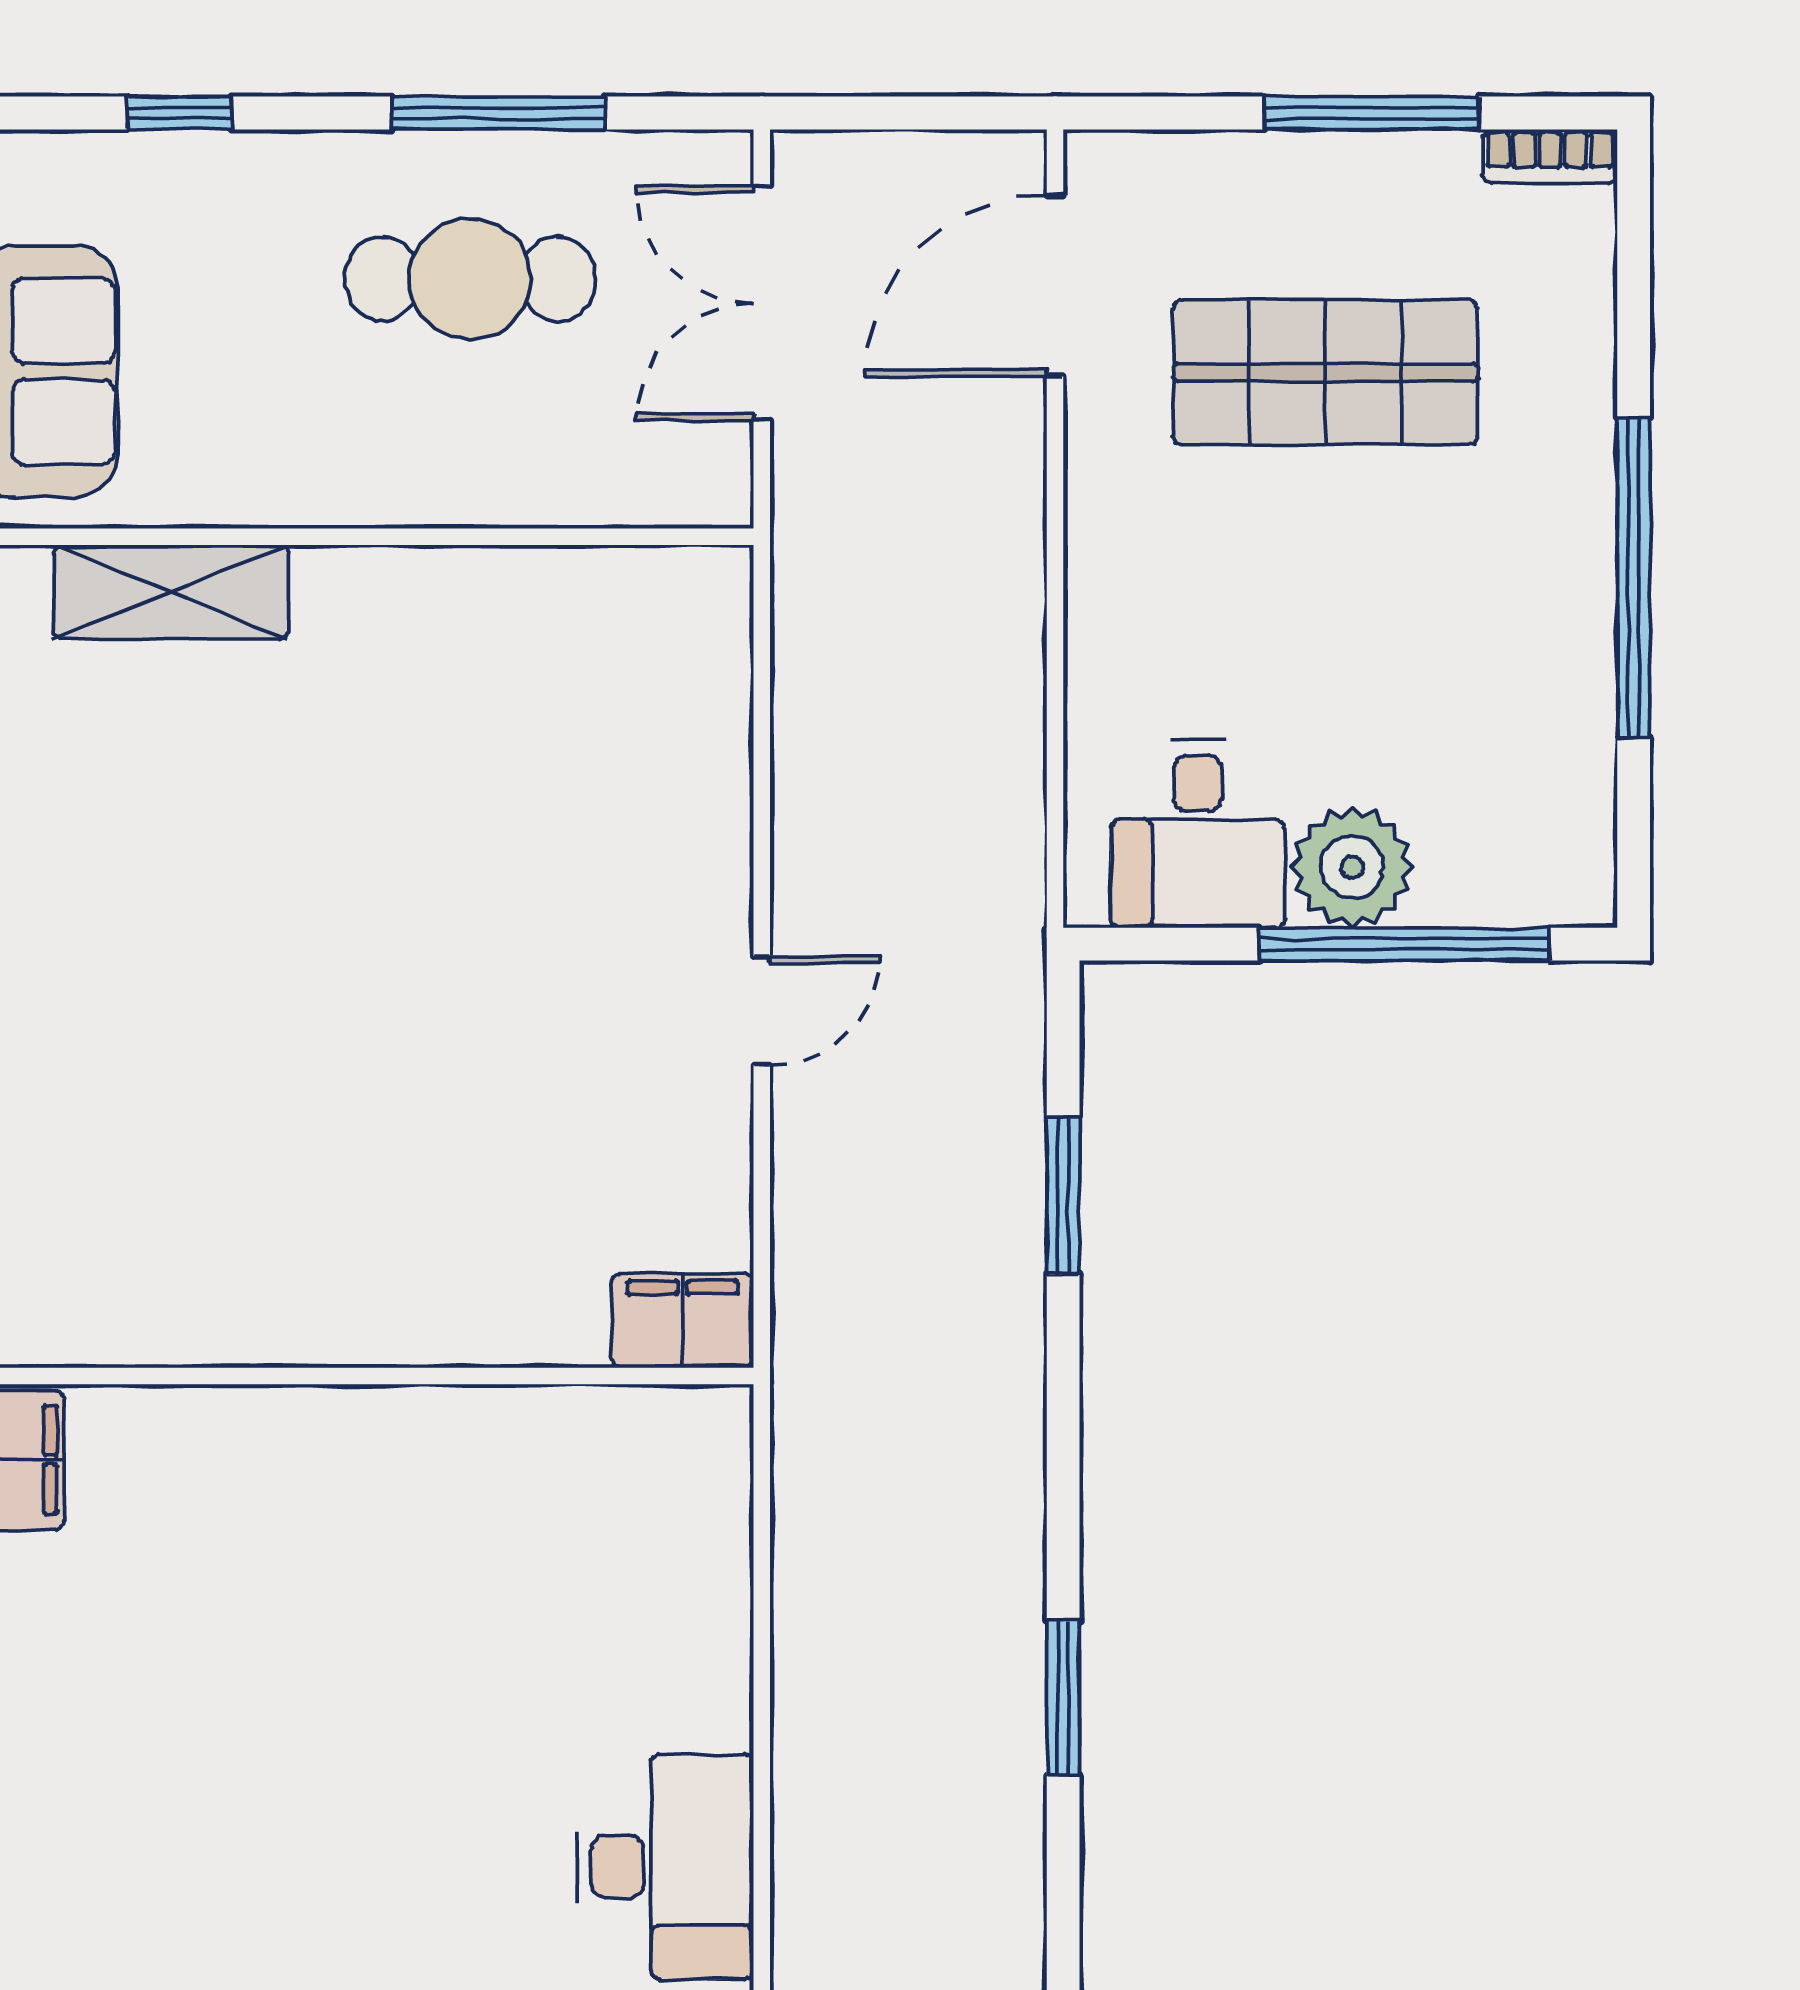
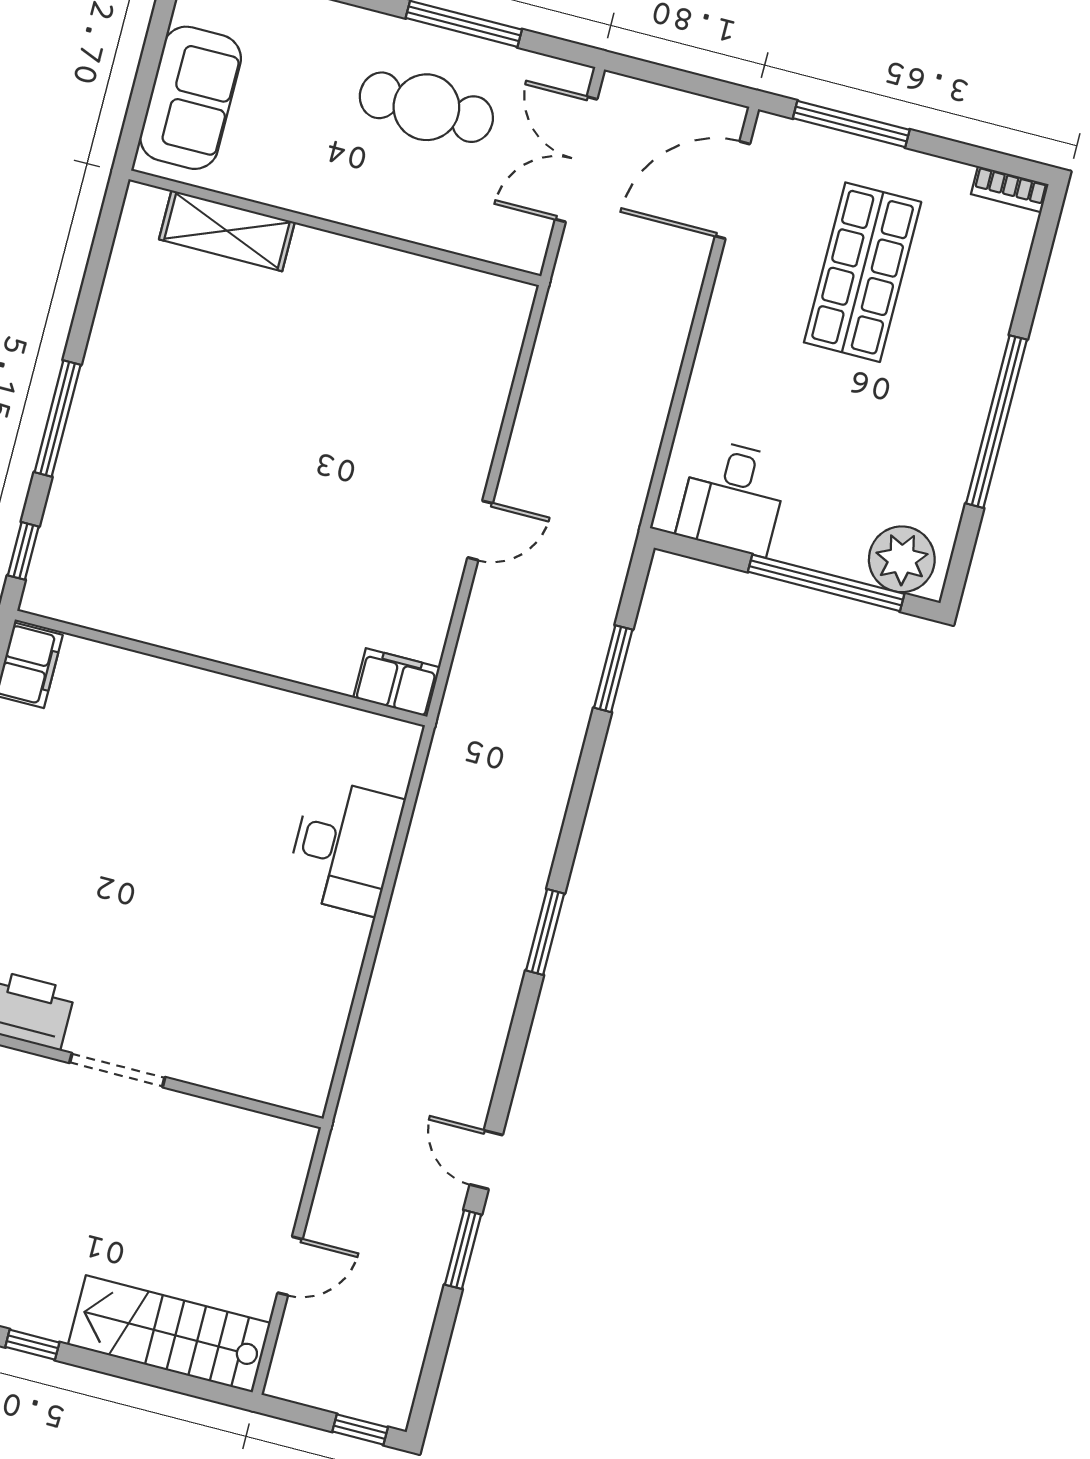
window: (1371, 113) -> (851, 124), moved
shop shelf: (1325, 372) -> (863, 272), turned 90
plant: (1352, 867) -> (902, 559), moved
desk: (665, 1867) -> (344, 847), moved

